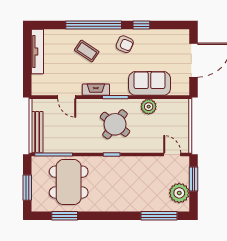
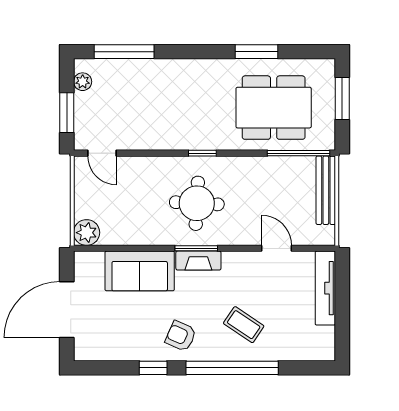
tv unit: (37, 51) -> (325, 288), moved
fireplace: (96, 90) -> (198, 261), moved
plant: (149, 107) -> (87, 233), moved
round table: (115, 124) -> (197, 203), turned -34
dining table: (69, 182) -> (274, 108), turned 90
plant: (179, 193) -> (83, 82), width x0.53, depth x0.53
window: (65, 216) -> (256, 52), moved

